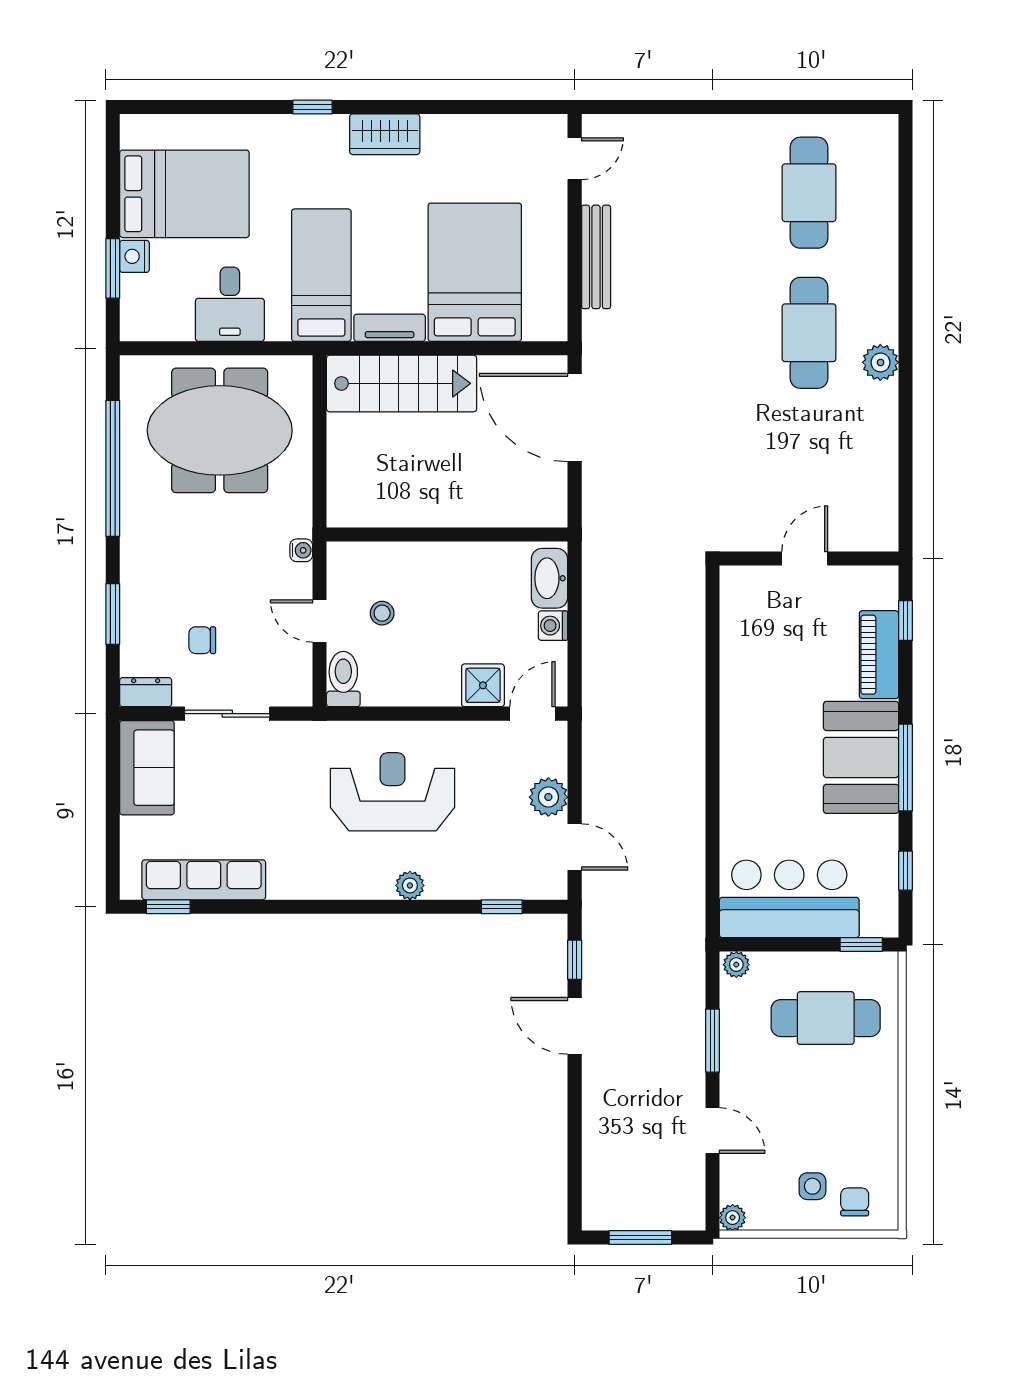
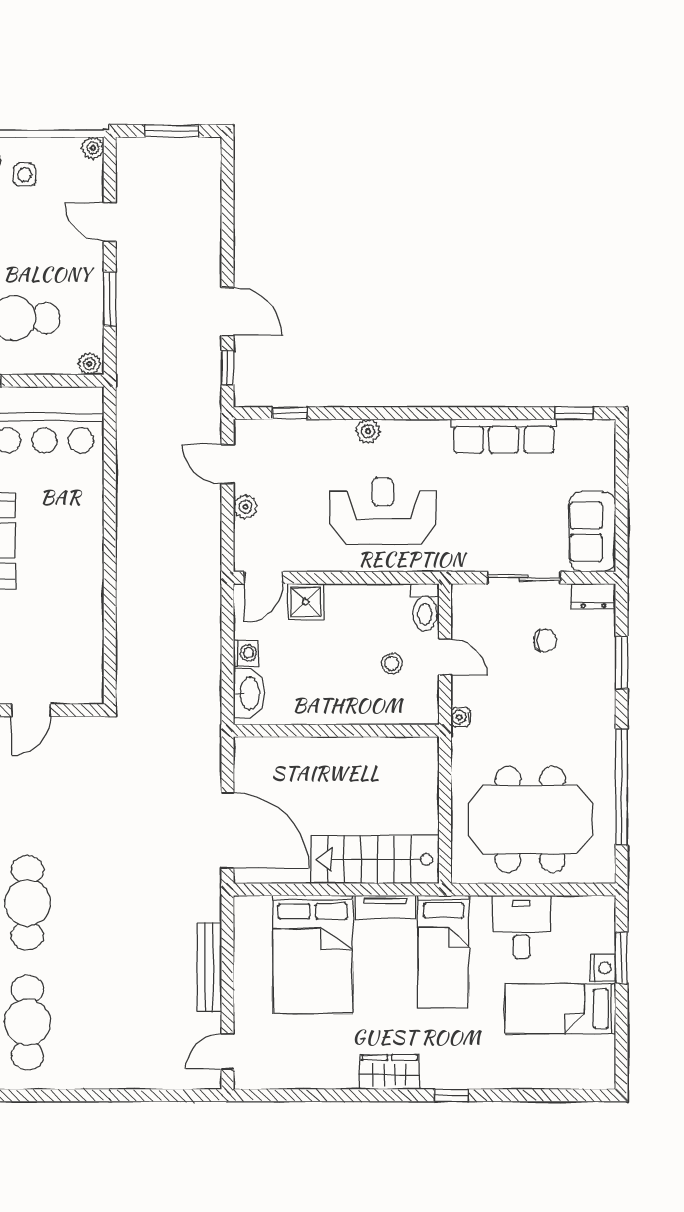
bed: (184, 194) -> (560, 1009), width x0.67
reception desk: (392, 792) -> (383, 511), turned 180
plant: (548, 797) -> (245, 507), width x0.73, depth x0.73
row of seats: (204, 880) -> (504, 436), moved

